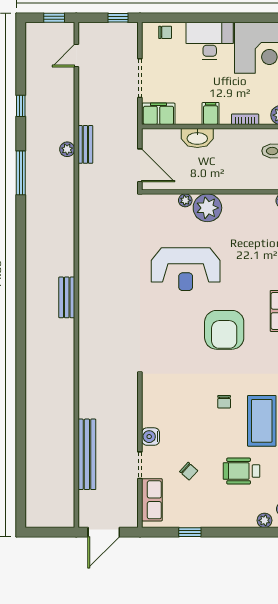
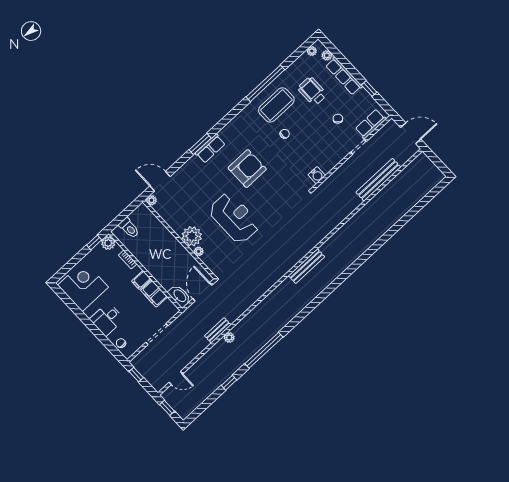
desk: (210, 41) -> (107, 319), width x0.73
filing cabinet: (158, 114) -> (154, 294), moved
washbasin: (197, 138) -> (180, 296), moved
window: (21, 173) -> (264, 350), width x1.46
bench: (67, 297) -> (306, 266), width x1.36
water cooler: (151, 437) -> (317, 175), moved
wheelchair: (242, 471) -> (312, 91), turned 180
row of seats: (227, 518) -> (344, 76), added

